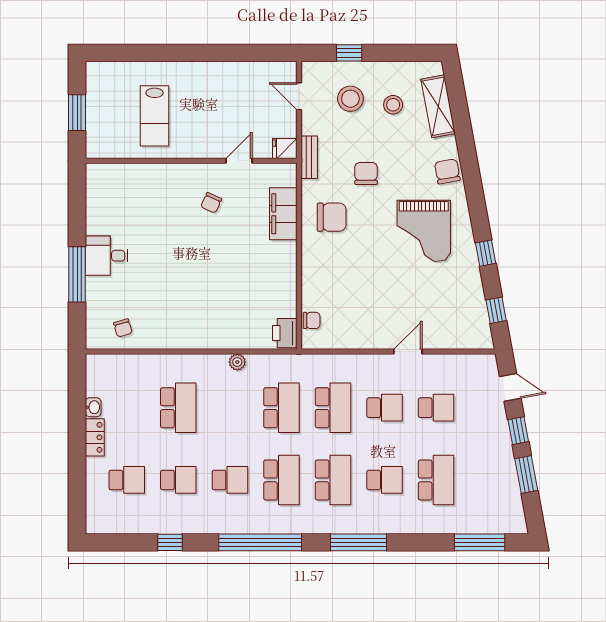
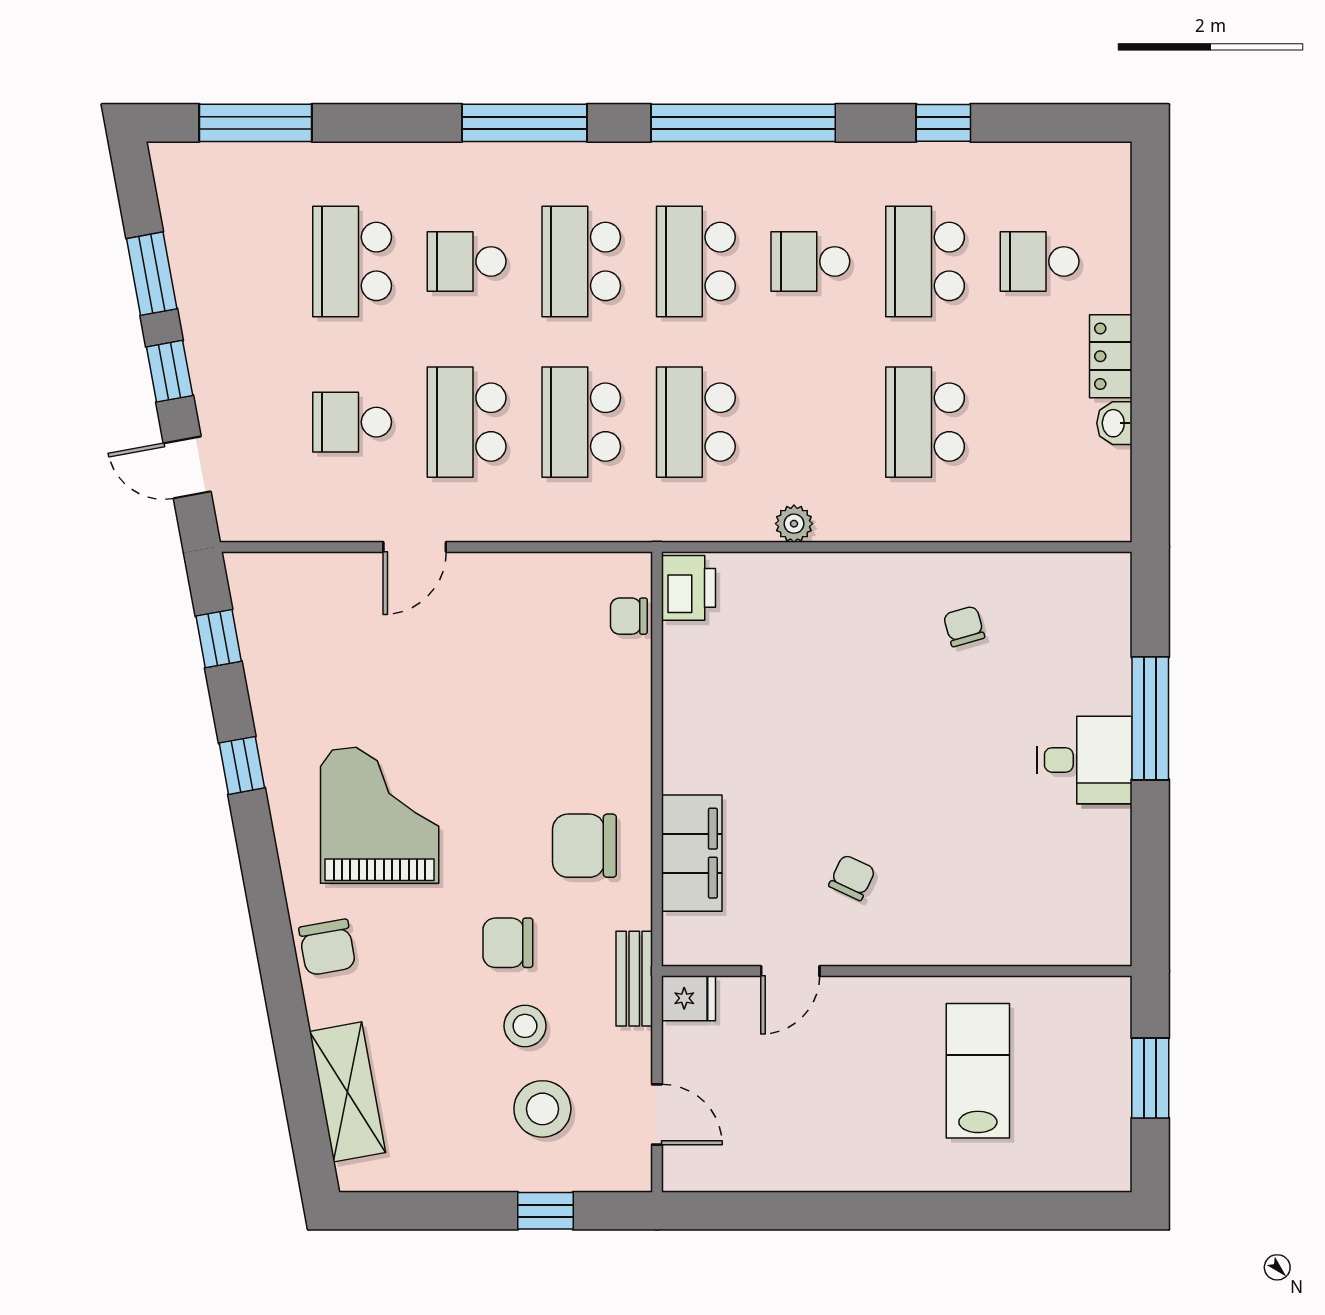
stool: (393, 105) -> (525, 1026), moved
chair: (366, 173) -> (508, 943), turned 90
chair: (123, 328) -> (964, 626), moved
school desk: (385, 408) -> (467, 422), width x1.85
school desk: (178, 480) -> (925, 261), width x1.85

